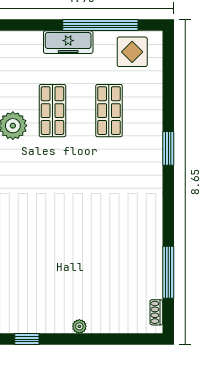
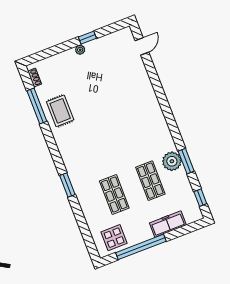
freezer: (68, 42) -> (168, 224), moved
rug: (139, 253) -> (60, 111), added
window: (27, 339) -> (87, 38), moved

